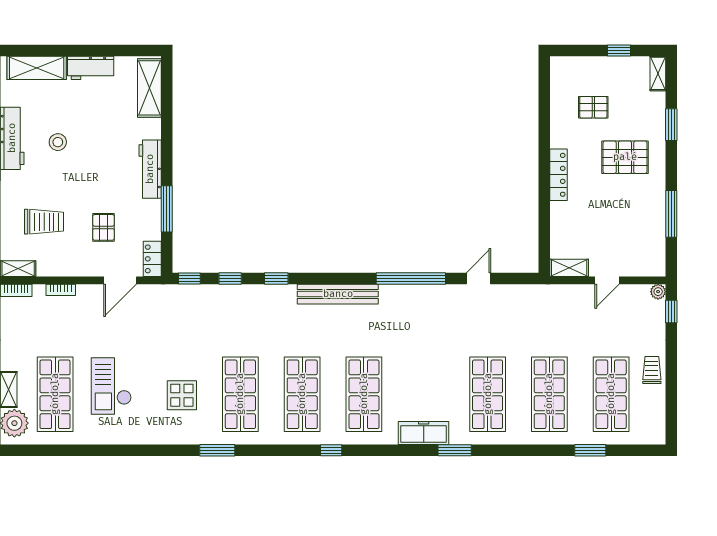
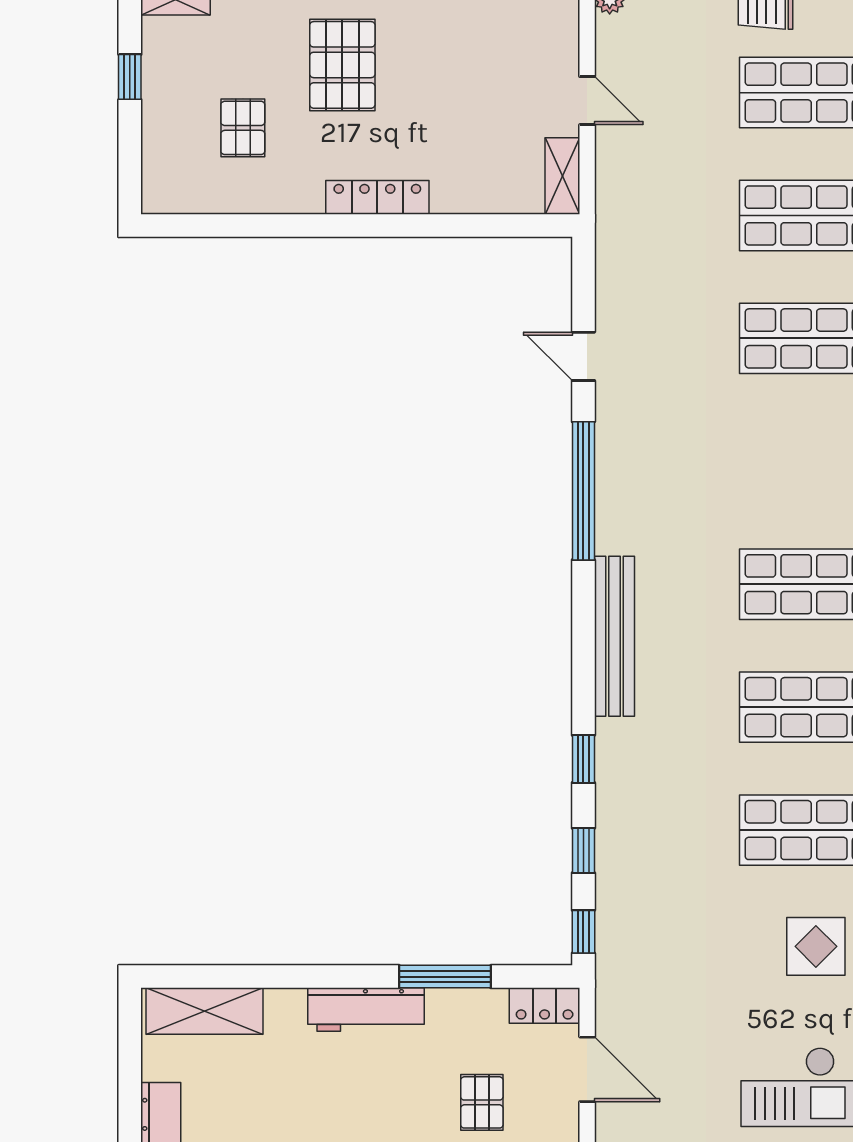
pallet: (103, 227) -> (482, 1102), turned 90

